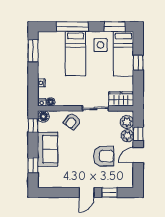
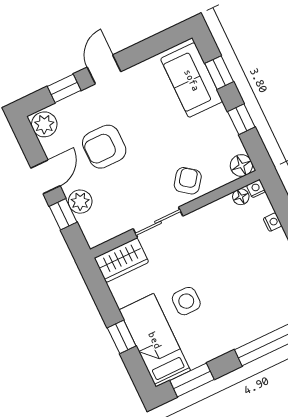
side table: (100, 45) -> (186, 301), moved
bed: (75, 54) -> (238, 301), removed
plant: (127, 122) -> (44, 124), moved
window: (33, 126) -> (241, 119), moved
sofa: (48, 149) -> (192, 80), moved

